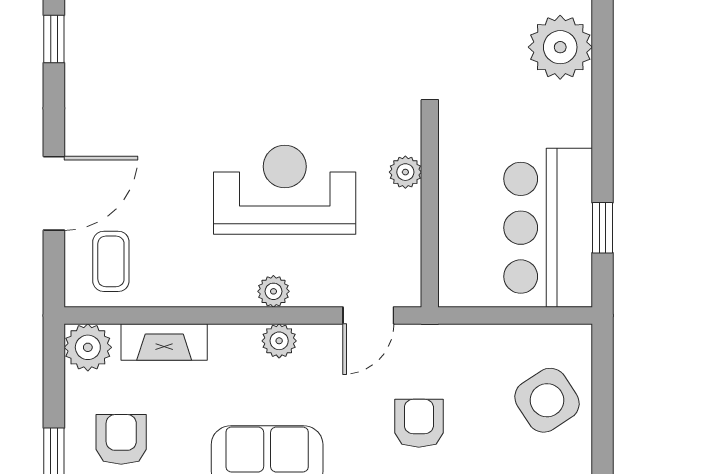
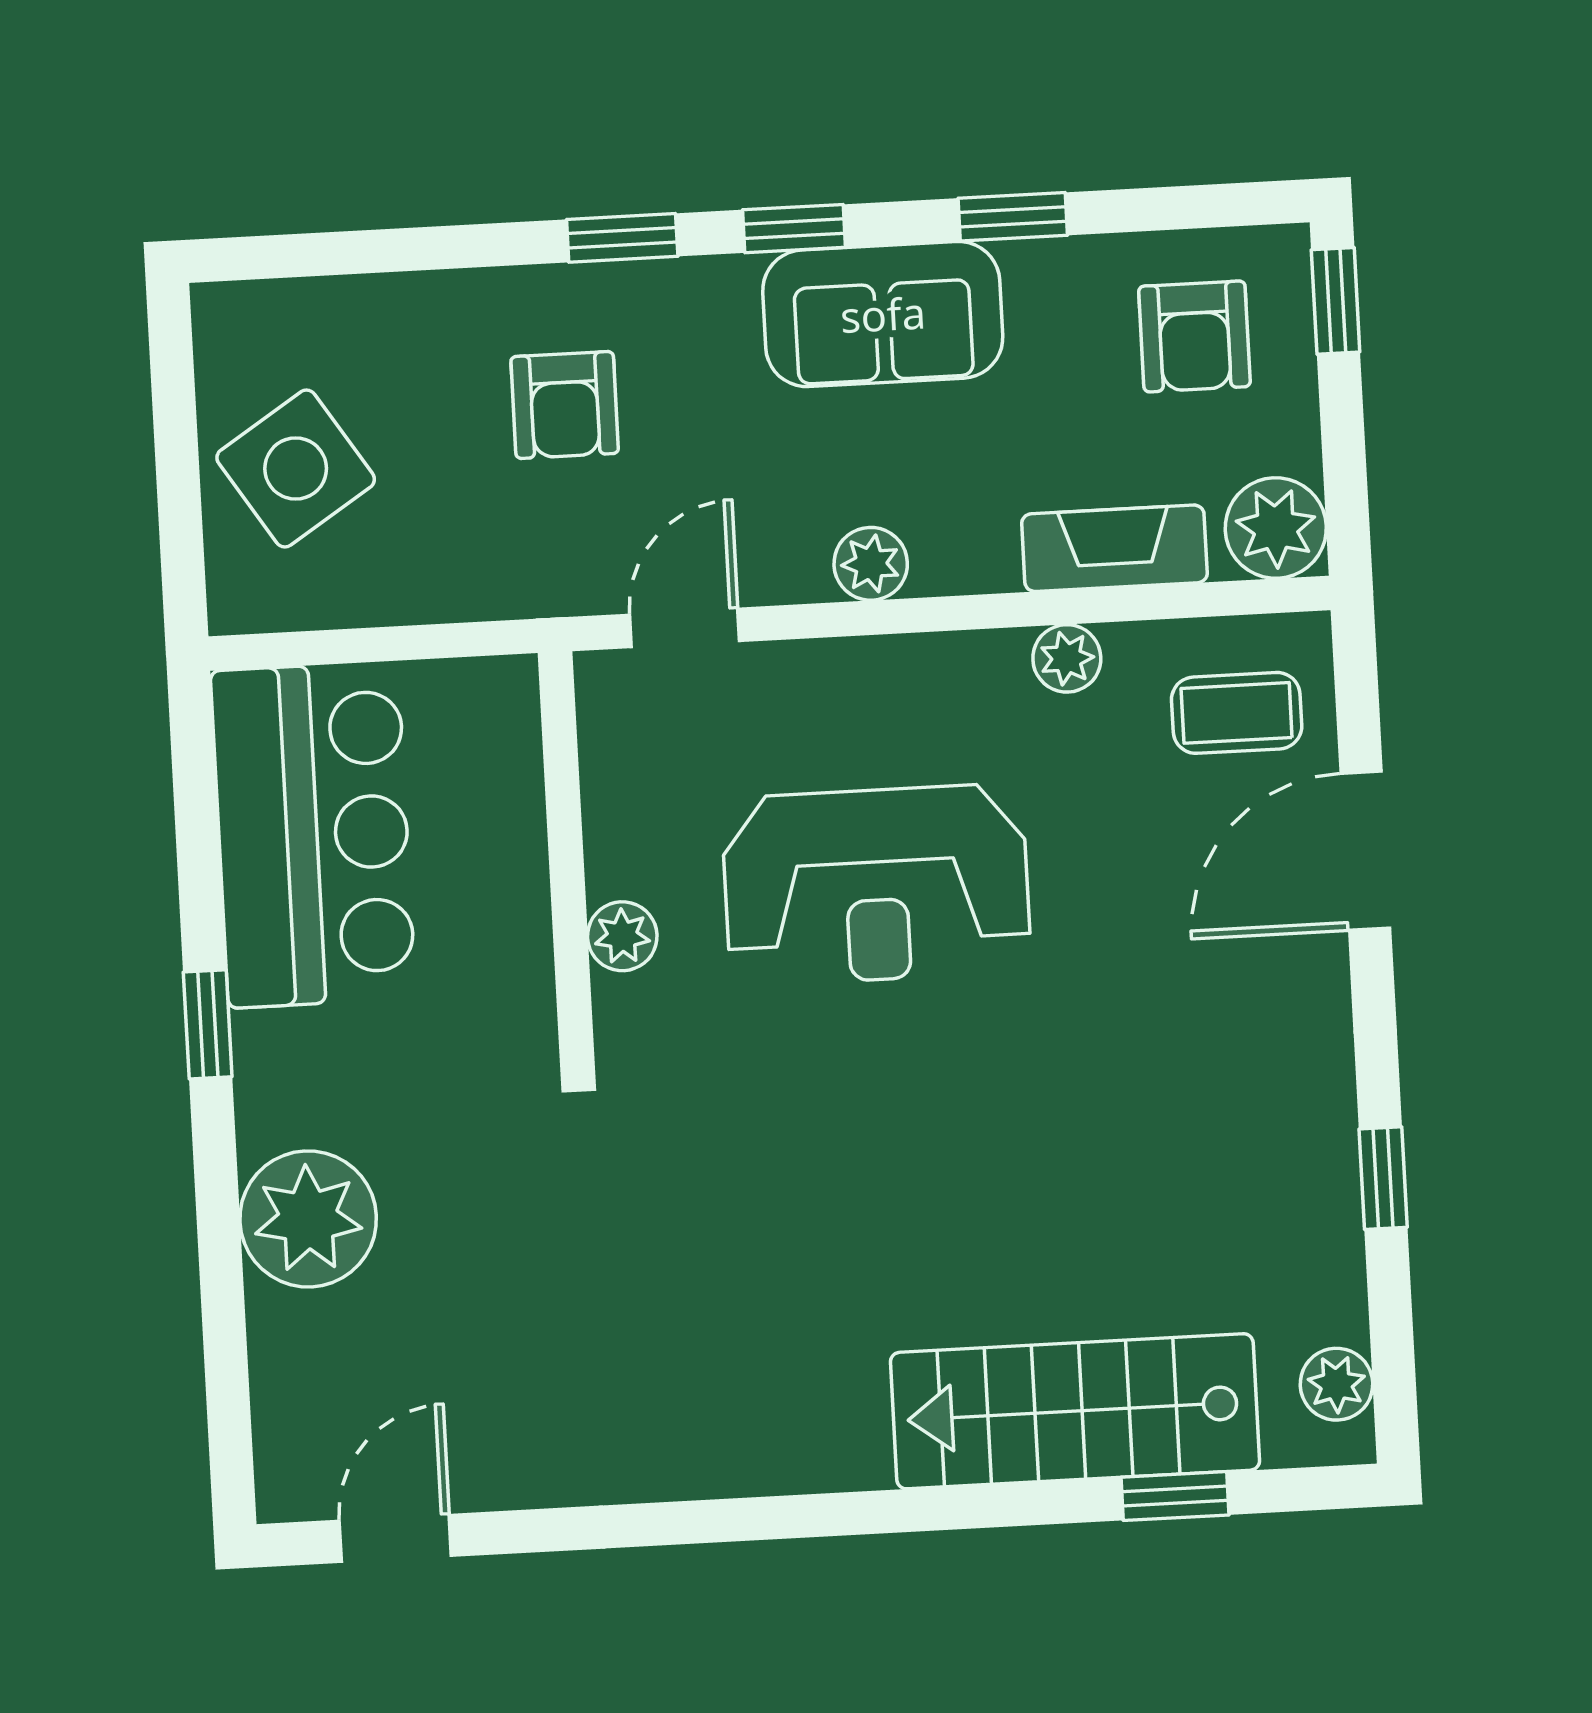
window: (603, 228) -> (208, 1024), moved
coffee table: (111, 261) -> (1237, 713), turned 90
plant: (273, 291) -> (1067, 658), moved

